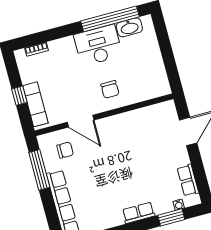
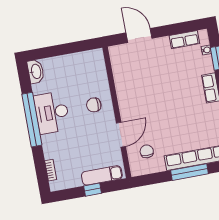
window: (110, 19) -> (32, 120), moved
washbasin: (129, 27) -> (36, 71), moved
chair: (110, 89) -> (94, 105), turned 180
window: (39, 170) -> (190, 172), moved

